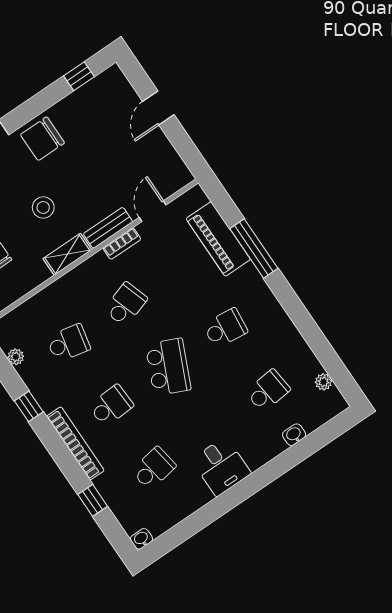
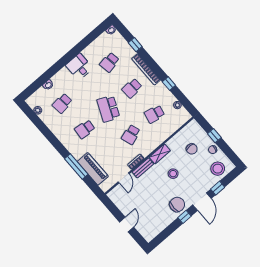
window: (79, 76) -> (184, 217), moved

